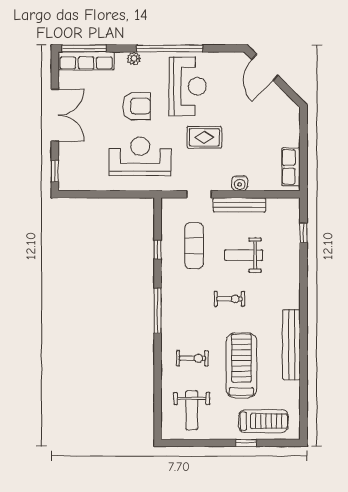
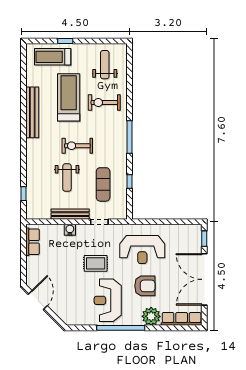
window: (84, 48) -> (183, 328), removed
plant: (134, 58) -> (151, 316), width x1.88, depth x1.88
door: (265, 67) -> (38, 300), moved
armchair: (137, 106) -> (145, 286), turned 180
double door: (55, 115) -> (204, 279), width x1.36
weight bench: (244, 255) -> (67, 178), turned 90
exercise bike: (229, 299) -> (77, 146), width x1.38, depth x1.39
exercise bike: (192, 358) -> (104, 102), width x1.38, depth x1.39
treadmill: (241, 365) -> (69, 97), turned 180

